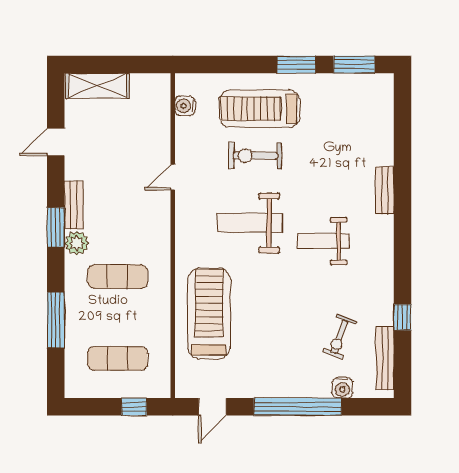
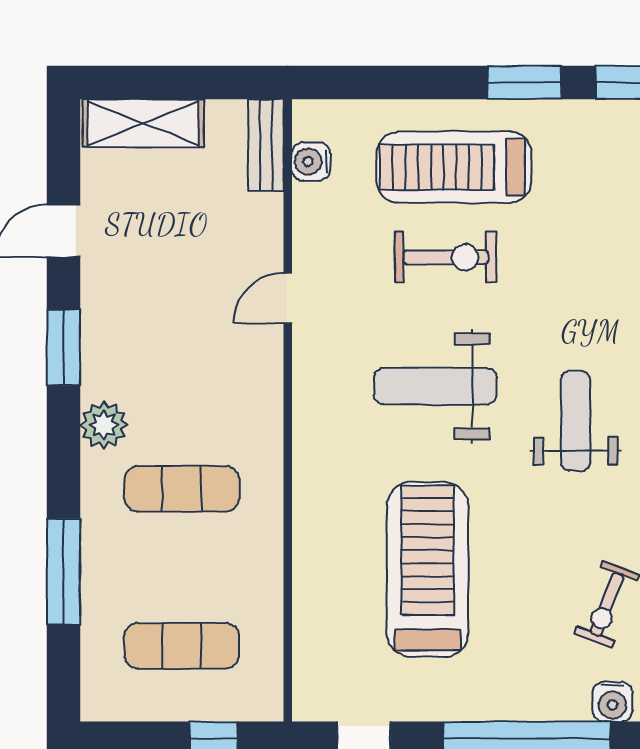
exercise bike: (255, 156) -> (446, 257), turned 180
bench: (74, 205) -> (266, 145), moved
window: (56, 227) -> (64, 347), moved
weight bench: (323, 241) -> (576, 421), turned 90
treadmill: (209, 313) -> (428, 570), moved

